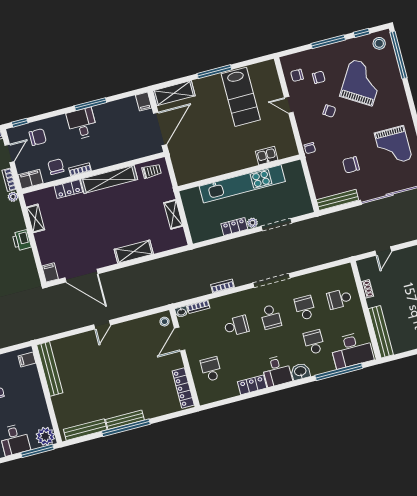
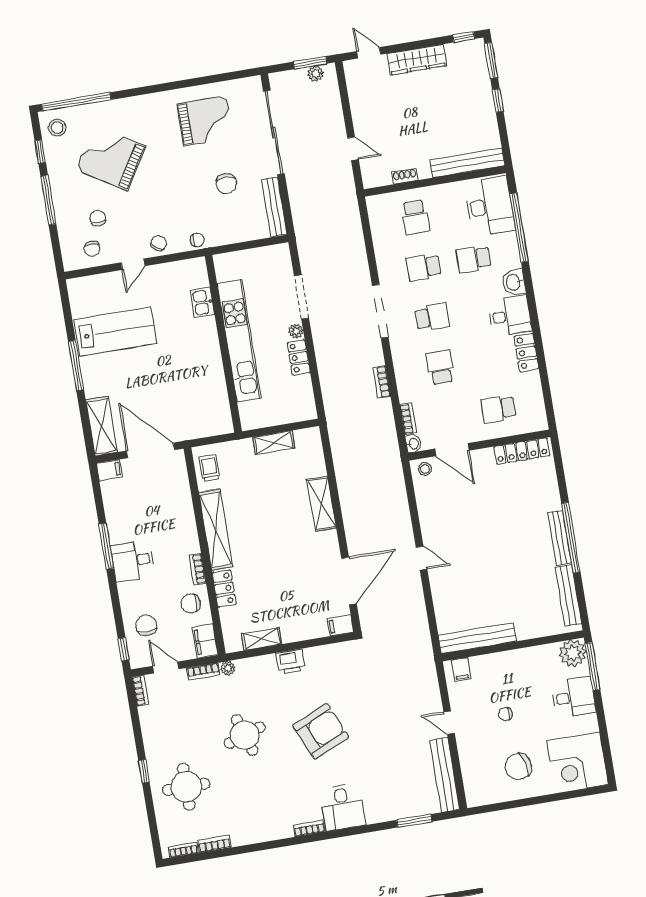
chair: (329, 111) -> (159, 243), moved

